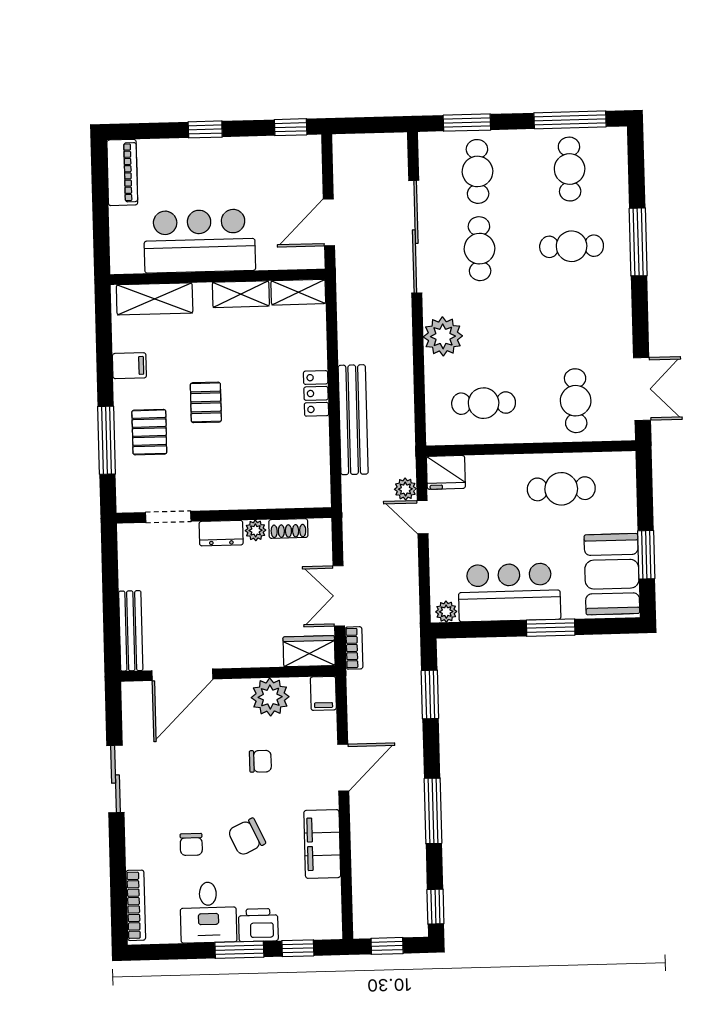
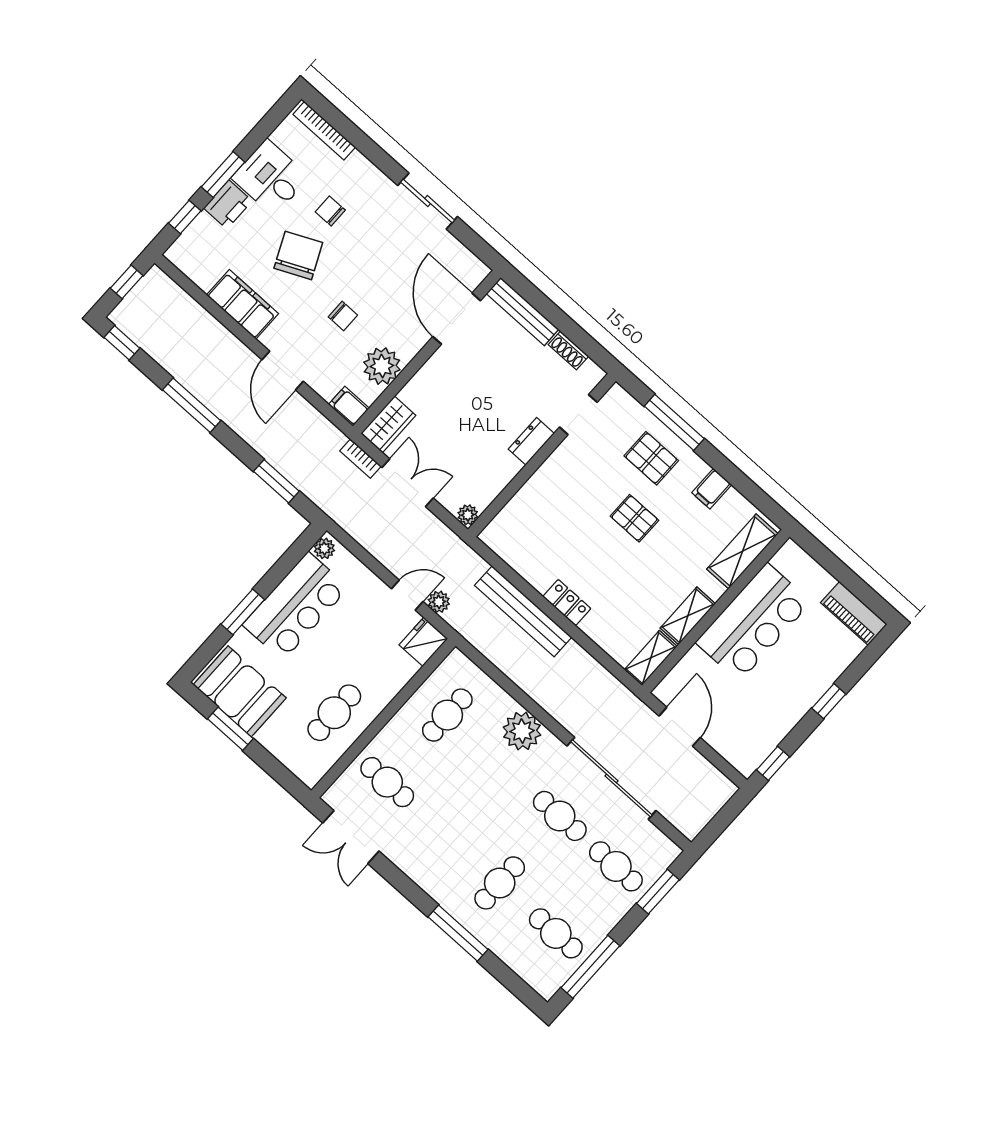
shoe rack: (288, 529) -> (568, 350), moved, turned -90
plant: (256, 530) -> (468, 515), moved
chair: (260, 761) -> (343, 316), turned -90
chair: (247, 837) -> (298, 255), width x1.37, depth x1.37

